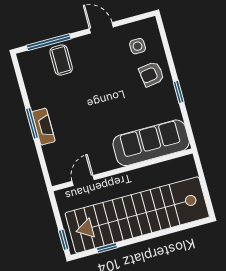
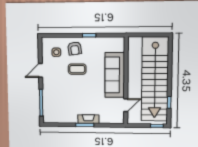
coffee table: (61, 60) -> (77, 69), moved
sofa: (151, 143) -> (115, 75), moved
door: (83, 180) -> (126, 105), swing flipped

